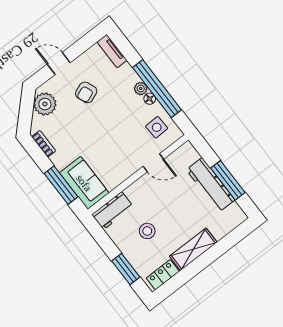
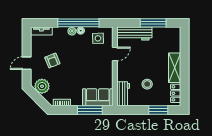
workbench: (211, 185) -> (134, 33), moved

